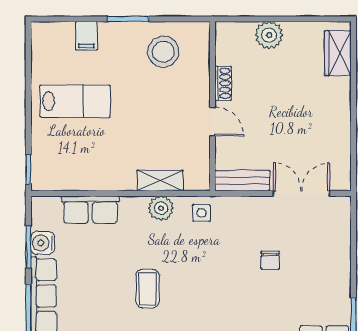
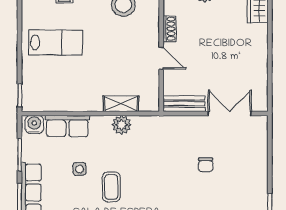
side table: (201, 213) -> (79, 169), moved
water cooler: (43, 243) -> (34, 124), moved, turned 90

